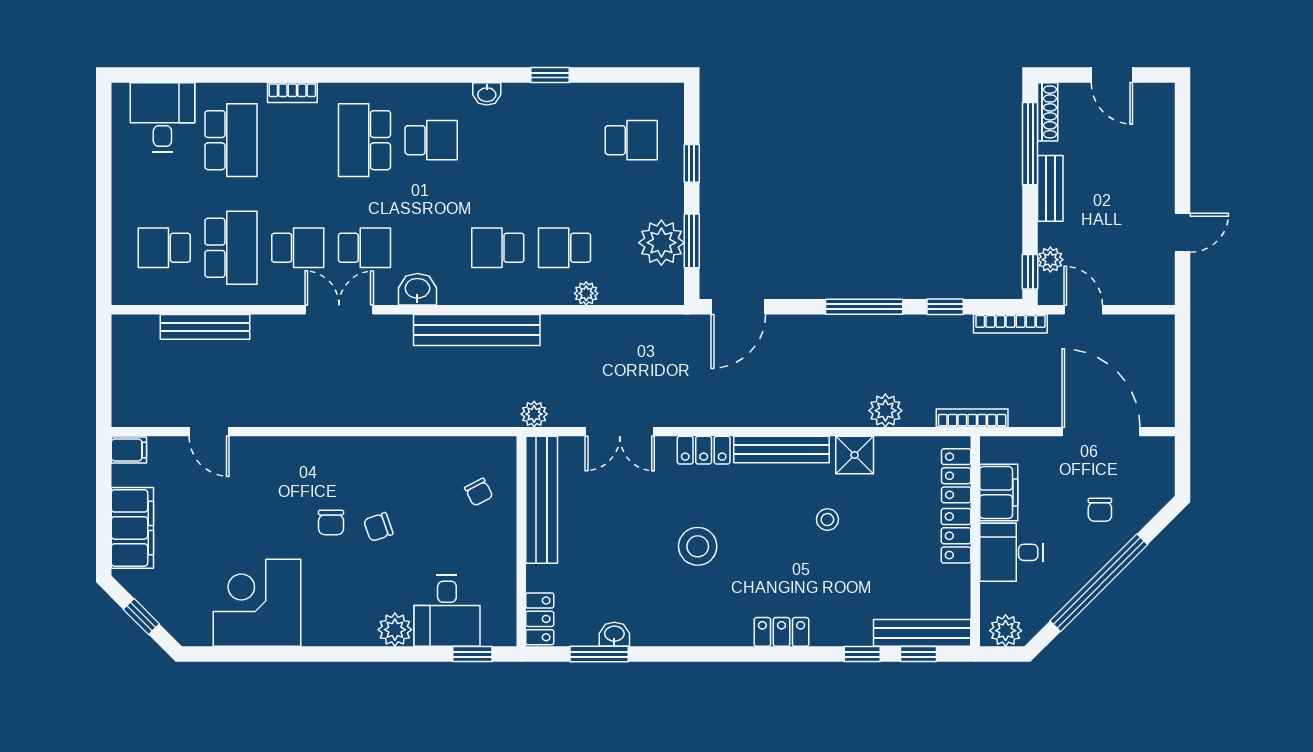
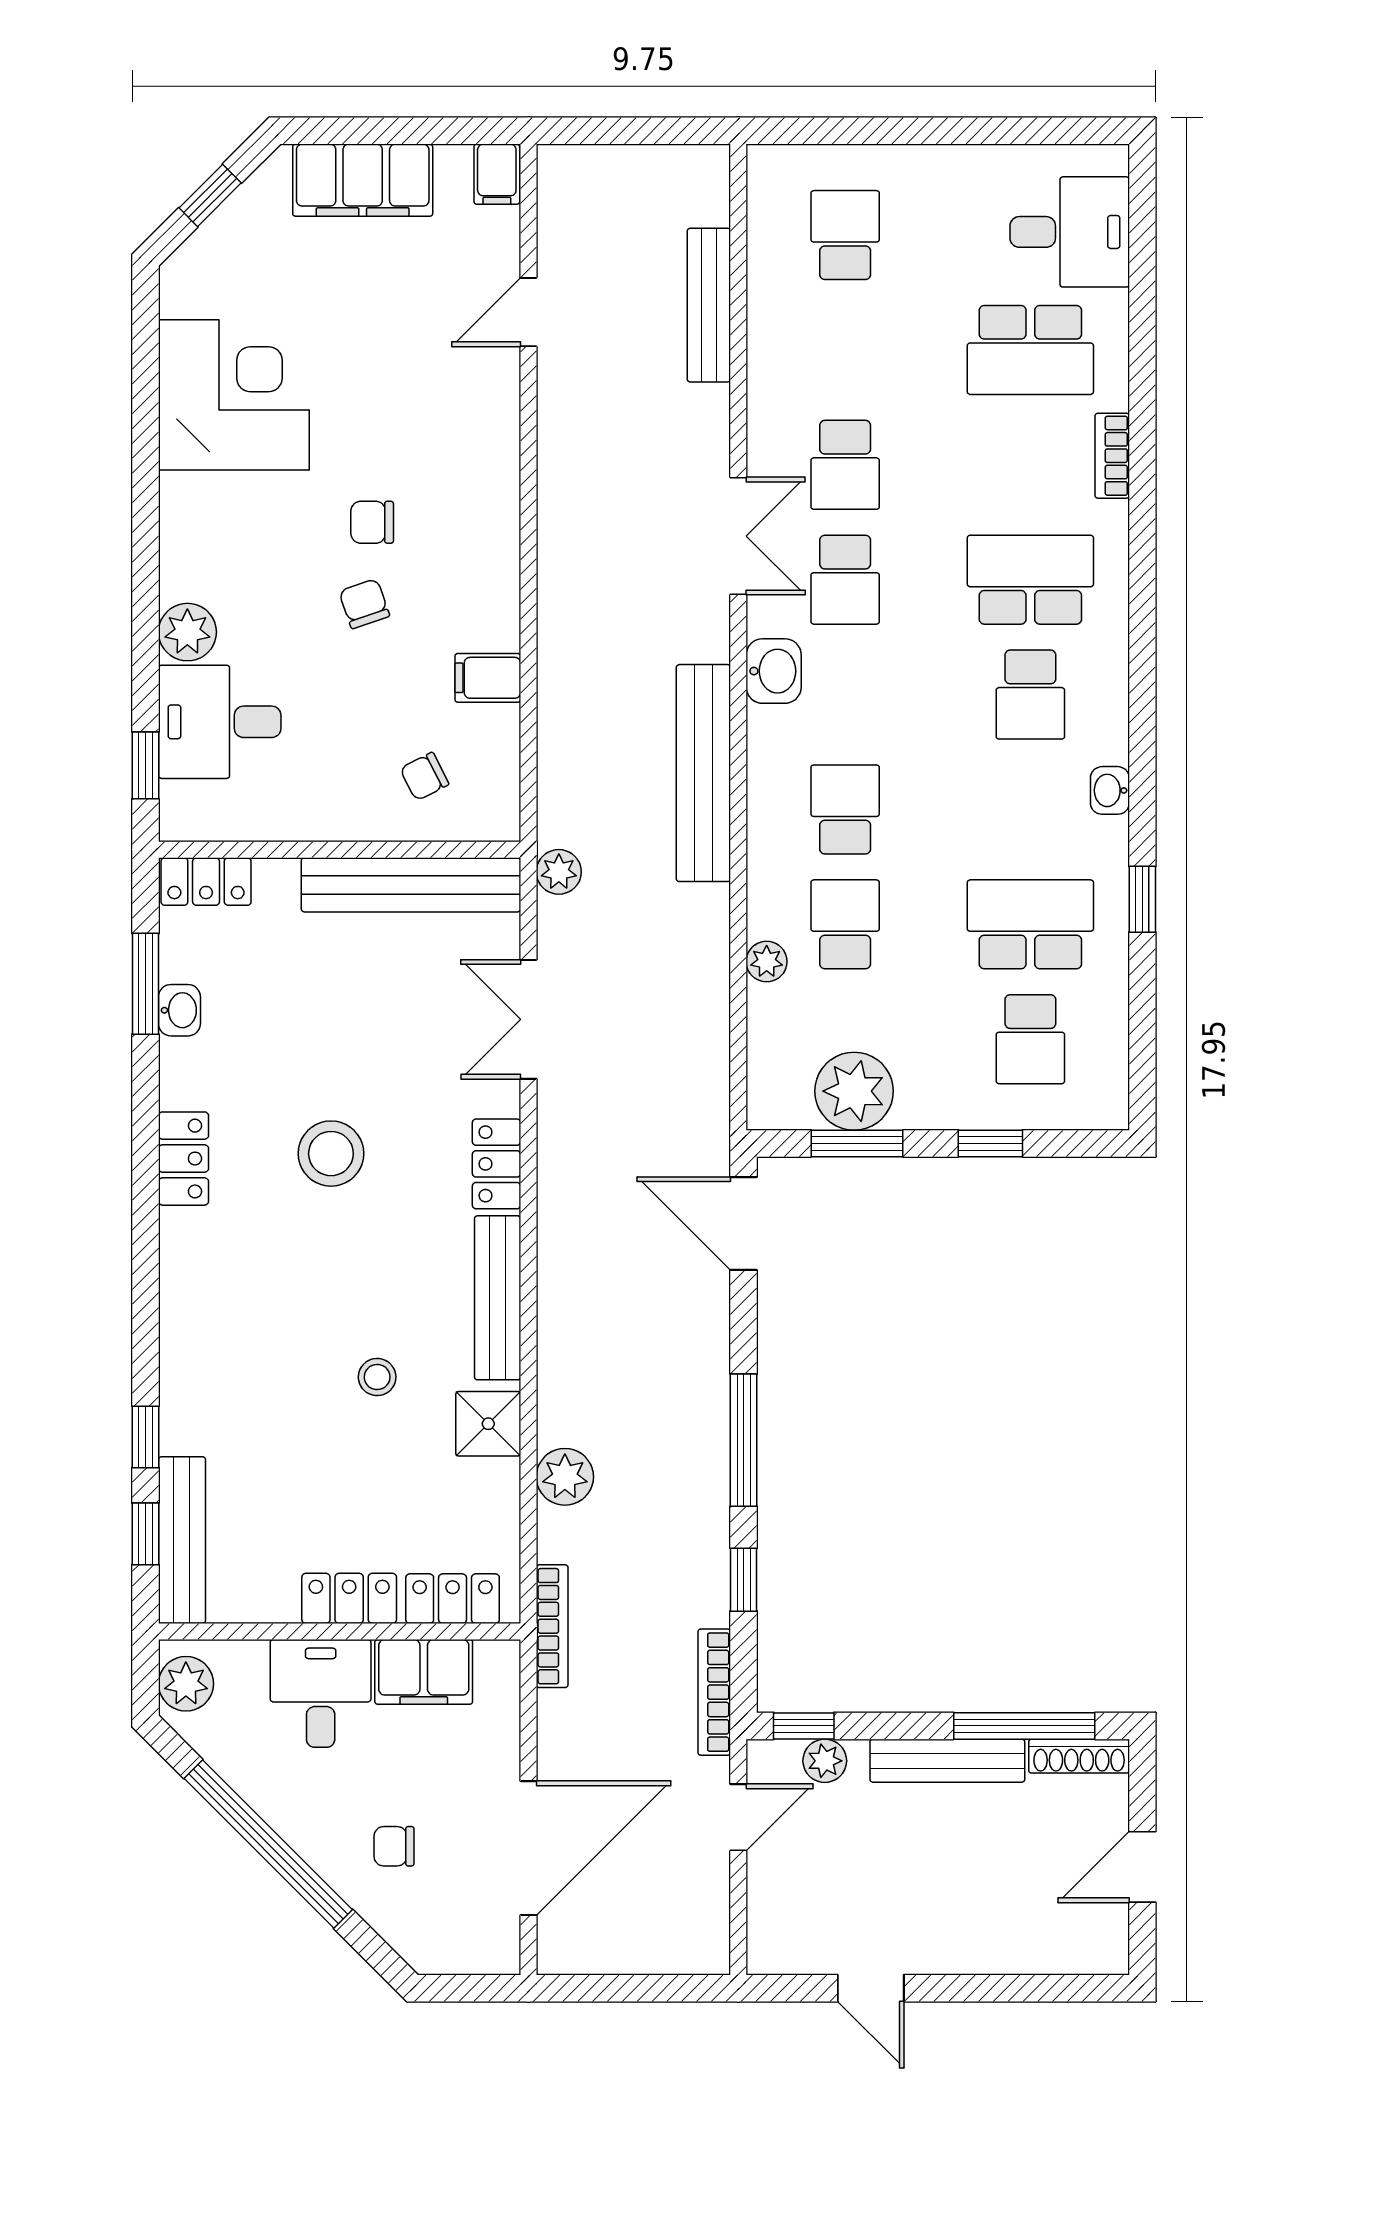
bench: (1050, 188) -> (947, 1761), width x1.36
school desk: (231, 248) -> (1030, 924), moved, turned 180
filing cabinet: (421, 455) -> (488, 678), added
locker: (781, 632) -> (184, 1159), moved

